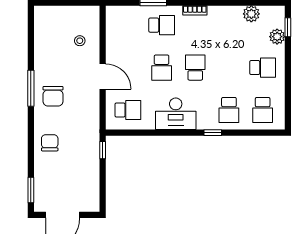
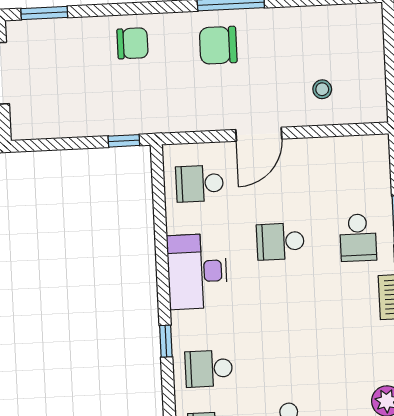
school desk: (195, 68) -> (283, 303), removed
school desk: (128, 110) -> (200, 184), turned 90

